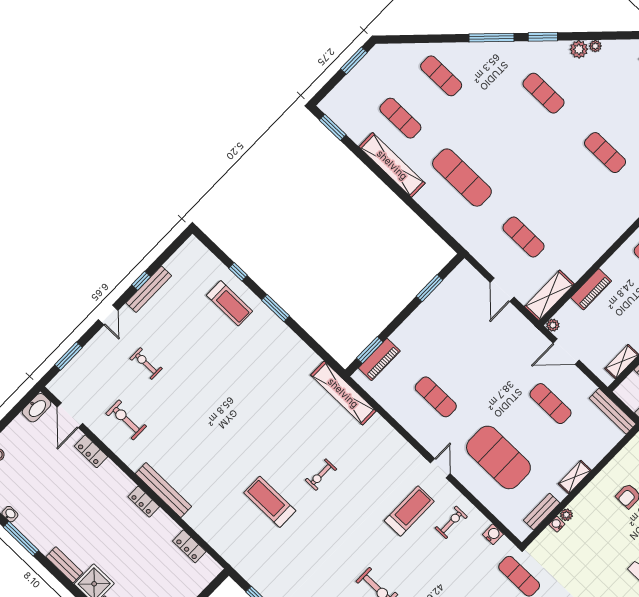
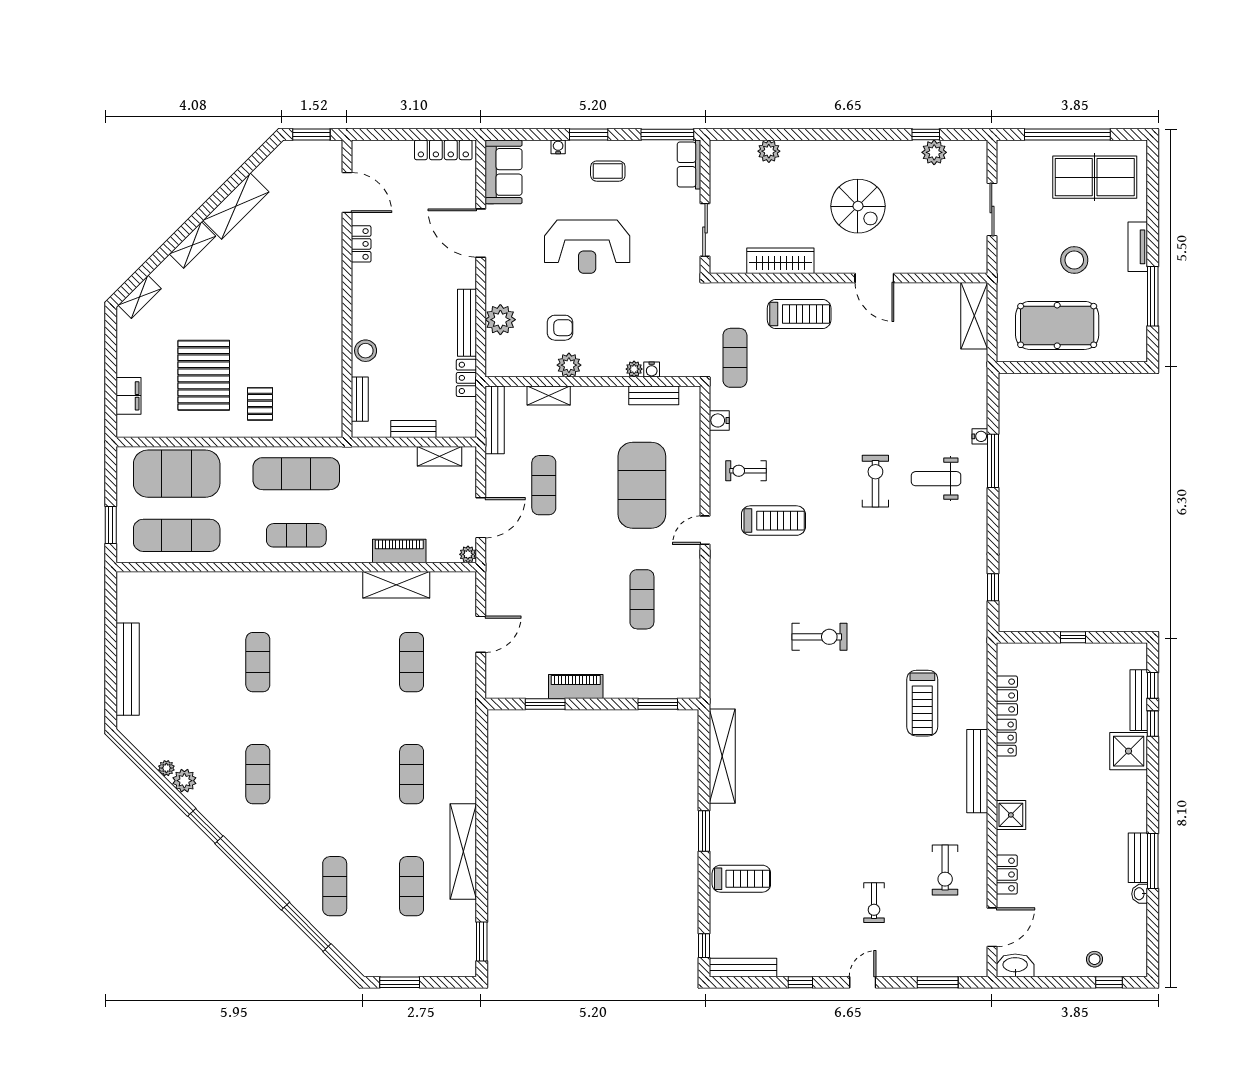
window: (492, 38) -> (306, 927), moved
exercise mat: (462, 178) -> (412, 774), width x0.73, depth x0.69
window: (238, 272) -> (704, 946), moved
bench: (149, 289) -> (743, 968), moved
shelving: (549, 295) -> (396, 585), moved
treadmill: (229, 303) -> (741, 879), turned 90
door: (566, 352) -> (481, 518), hinge flipped
piano: (379, 359) -> (576, 687), moved
shelving: (343, 393) -> (722, 756), moved
exercise bike: (321, 475) -> (819, 637), width x1.38, depth x1.39
shelving: (575, 477) -> (549, 396), moved
plant: (603, 481) -> (569, 365), added
shower: (121, 485) -> (1011, 815), added
locker: (144, 502) -> (1006, 738), moved
treadmill: (270, 502) -> (922, 703), moved
treadmill: (409, 511) -> (773, 521), turned 180
bench: (64, 565) -> (1138, 858), moved

